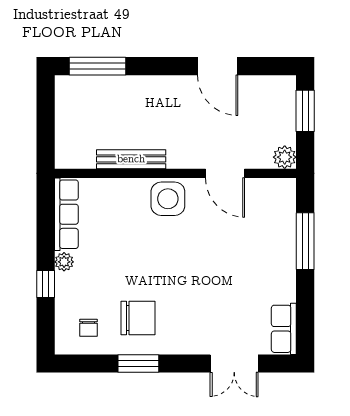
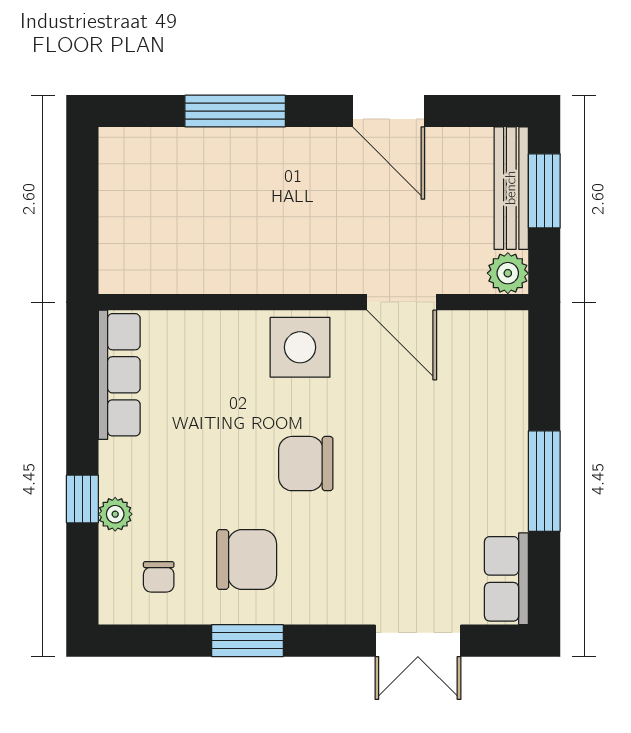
window: (97, 66) -> (235, 111), moved
bench: (131, 159) -> (511, 188), moved, turned 90
window: (305, 241) -> (544, 481), moved
plant: (64, 262) -> (115, 514), moved
chair: (171, 264) -> (306, 464), added

